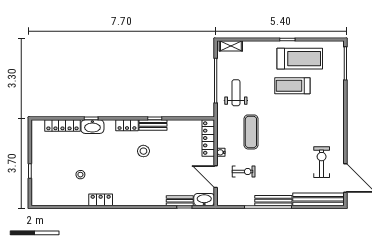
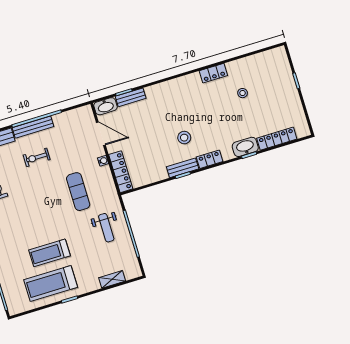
shelving: (231, 46) -> (112, 279), moved
treadmill: (292, 86) -> (50, 253), turned 180
exercise bike: (244, 172) -> (37, 157), moved

